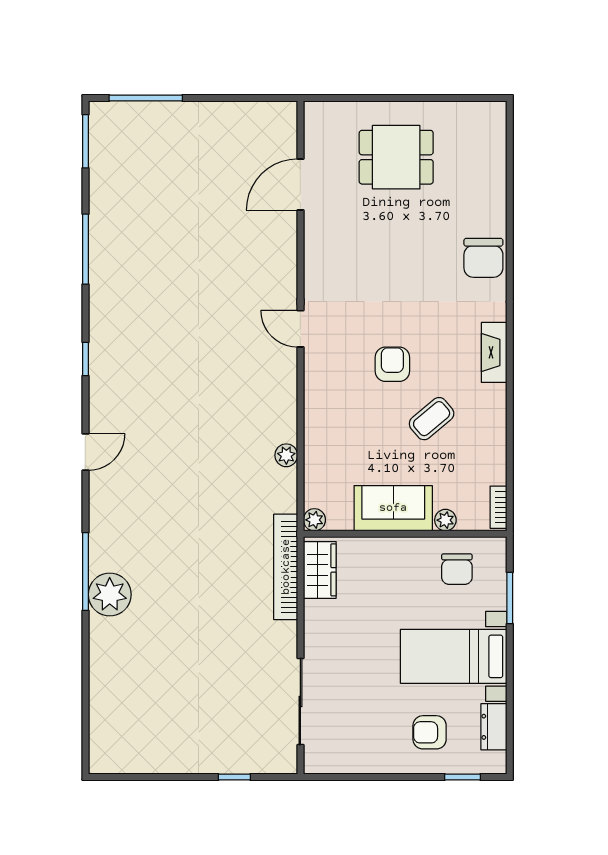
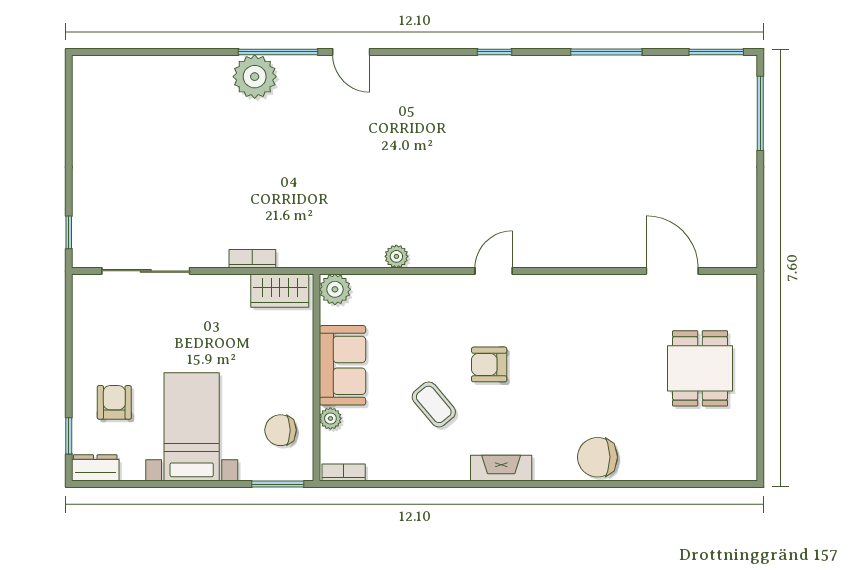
door: (300, 329) -> (494, 271), moved
armchair: (392, 364) -> (489, 364), turned 180
door: (85, 452) -> (351, 52), moved
plant: (314, 520) -> (335, 289), width x1.38, depth x1.38
bookcase: (286, 567) -> (252, 259), width x0.43, depth x0.76
window: (510, 598) -> (278, 484), moved
dresser: (494, 727) -> (95, 468), moved
window: (234, 777) -> (69, 232), moved

